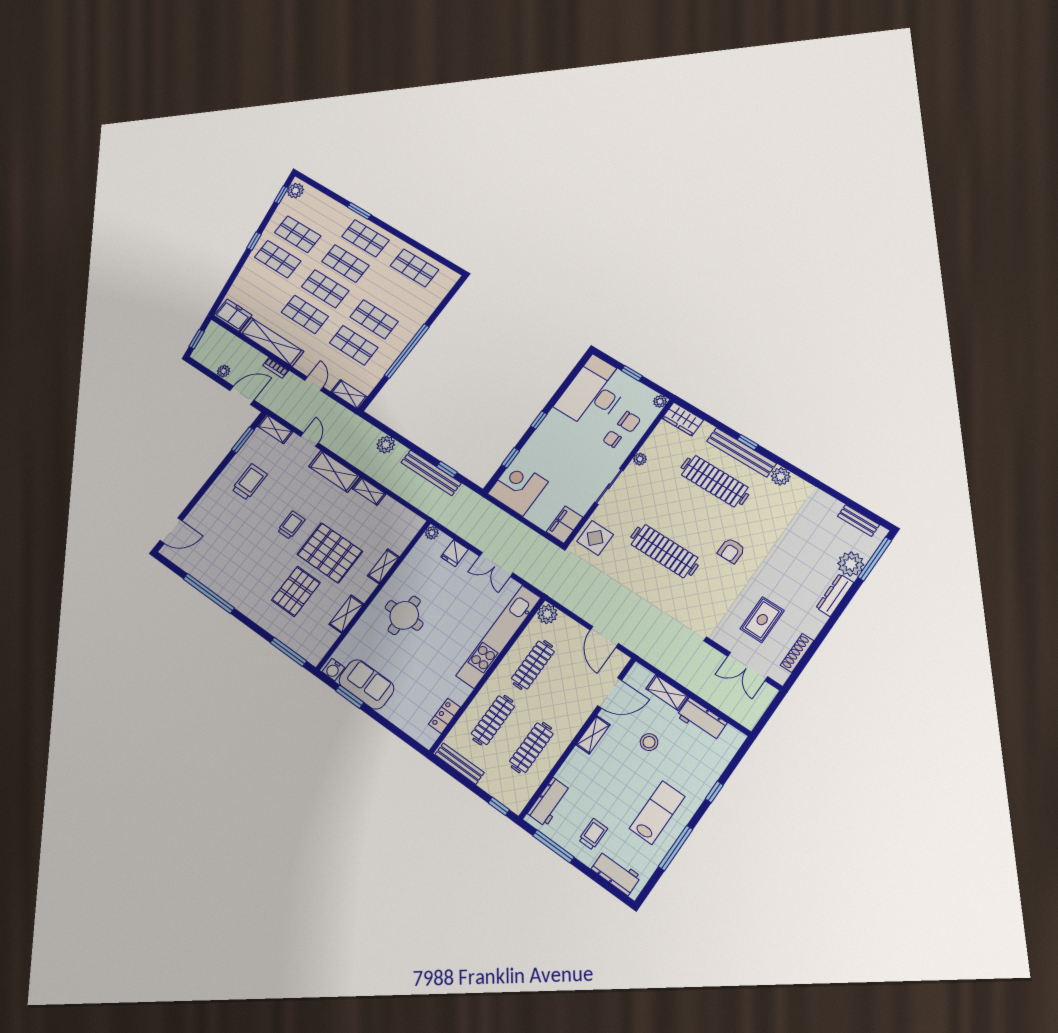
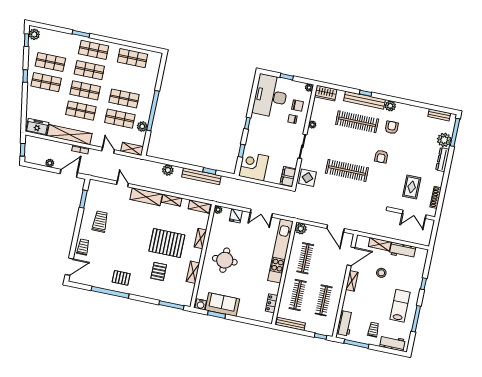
plant: (380, 368) -> (142, 126), added
shelving: (275, 429) -> (199, 206), moved
armchair: (769, 511) -> (392, 127), added
trolley: (291, 525) -> (83, 247), moved
pallet: (236, 578) -> (121, 278), added
pallet: (296, 591) -> (159, 271), width x0.67, depth x0.71

